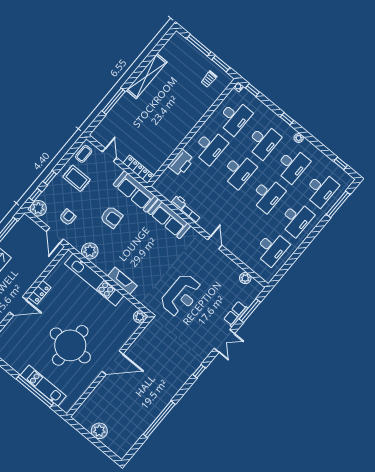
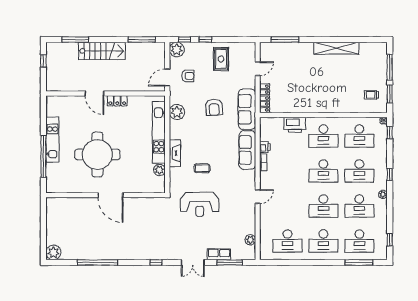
window: (114, 101) -> (285, 40), moved
coffee table: (84, 154) -> (202, 168), moved
plant: (140, 317) -> (159, 170), moved
kitchen unit: (43, 386) -> (52, 140), moved
plant: (99, 431) -> (53, 252), moved

